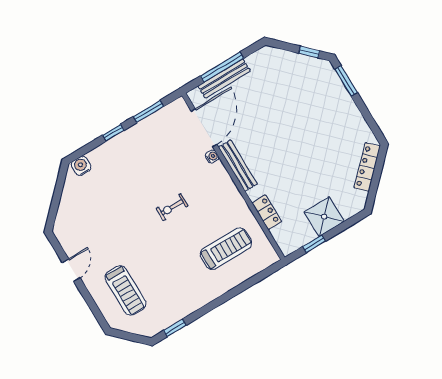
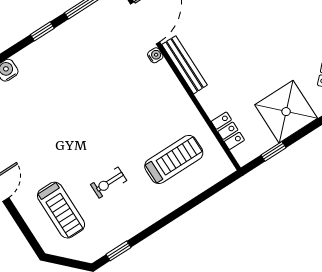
exercise bike: (172, 207) -> (109, 183), moved
locker: (267, 212) -> (228, 131), moved
shower: (324, 217) -> (286, 112), width x1.37, depth x1.37

